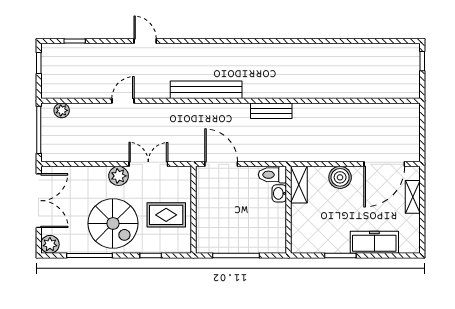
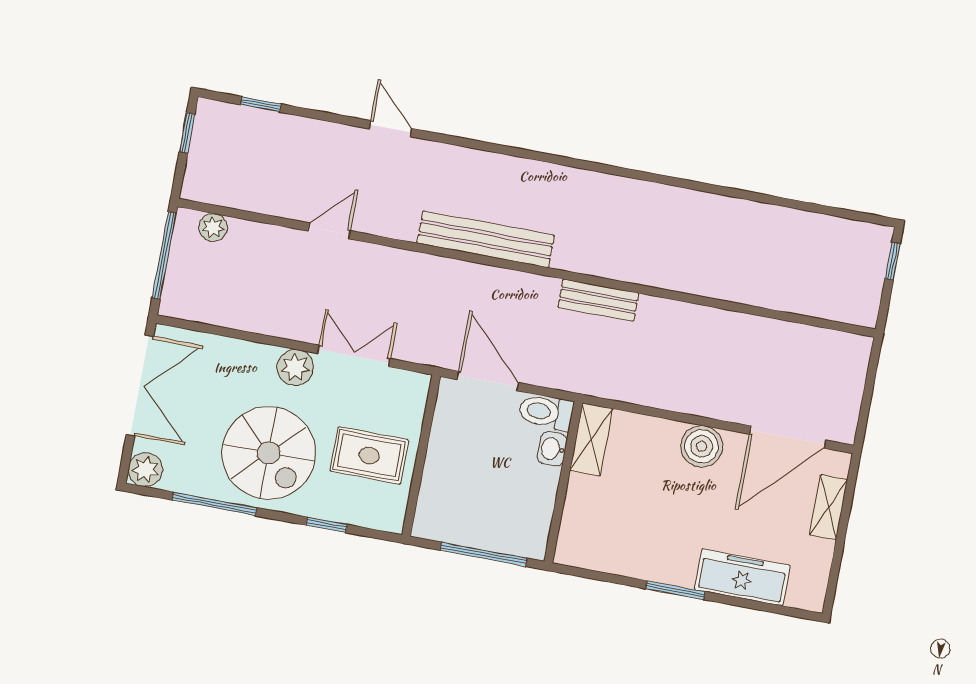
toilet: (272, 175) -> (546, 412), moved
shelving: (299, 185) -> (591, 439), moved
washbasin: (279, 193) -> (552, 449), moved
wall: (289, 210) -> (563, 482), moved

